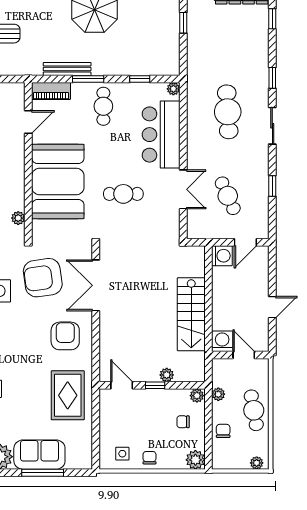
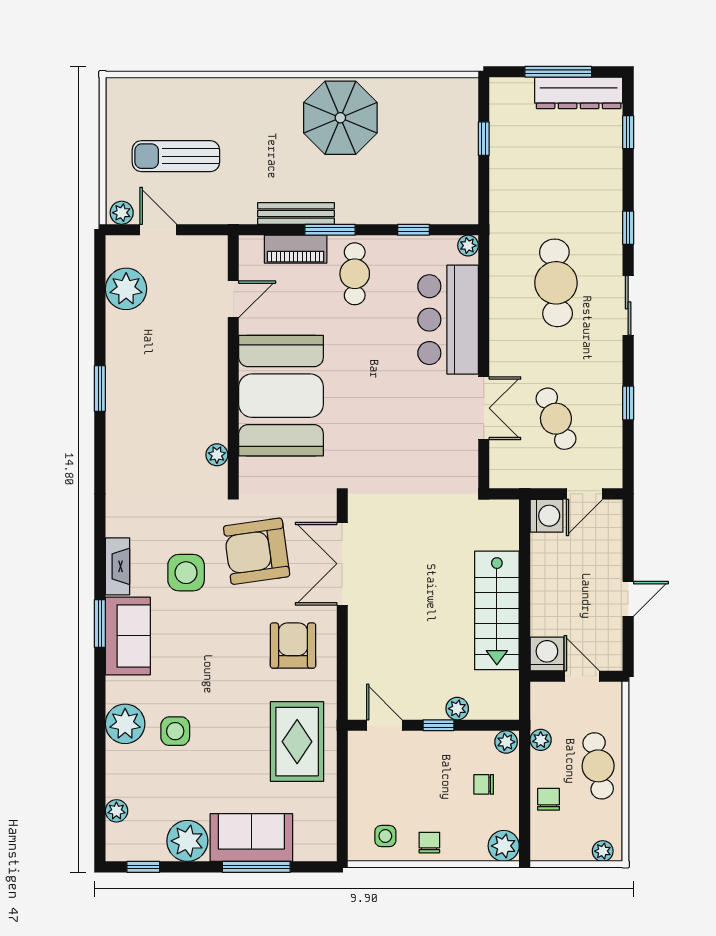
piano: (51, 91) -> (296, 249), moved
cafe table: (123, 194) -> (387, 416), removed

